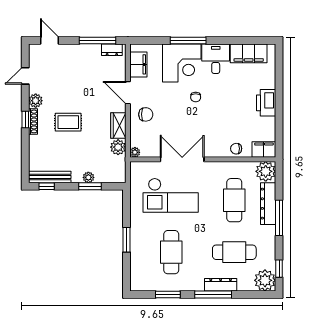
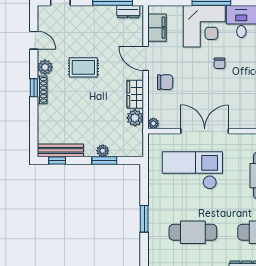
door: (25, 76) -> (34, 40), swing flipped
rug: (68, 122) -> (83, 67), moved
checkout: (171, 195) -> (192, 170), turned 180
cafe table: (171, 252) -> (193, 232), turned 90

